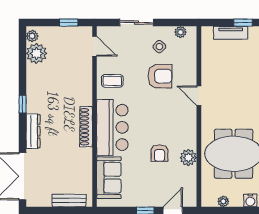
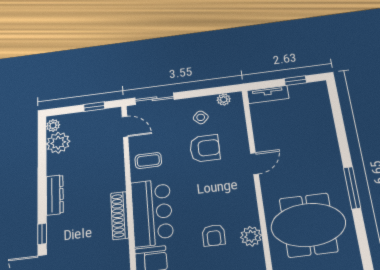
sliding door: (136, 23) -> (154, 99), moved
tv unit: (231, 33) -> (268, 94), moved
door: (199, 96) -> (254, 164), swing flipped
window: (23, 104) -> (42, 234), moved
dresser: (33, 131) -> (55, 195), moved

